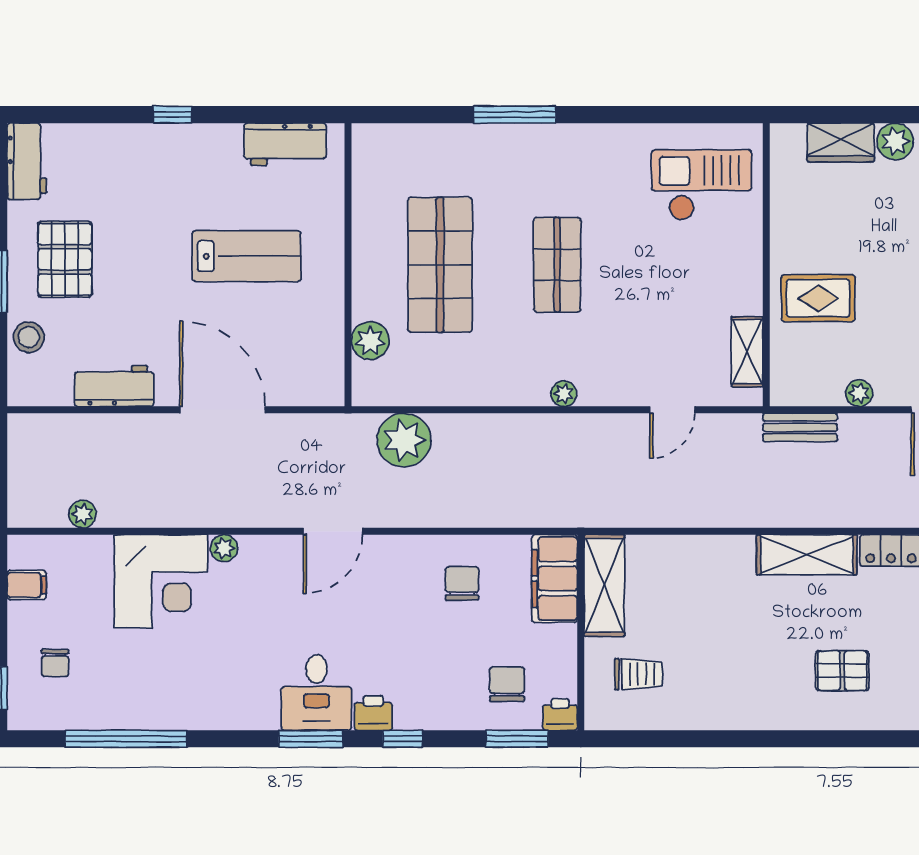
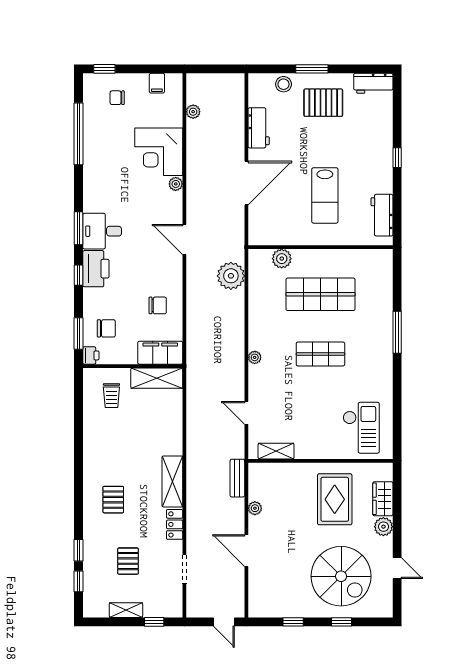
rug: (818, 298) -> (335, 499), moved, width x1.36, depth x1.43
printer: (373, 713) -> (96, 269), width x1.87, depth x1.48

